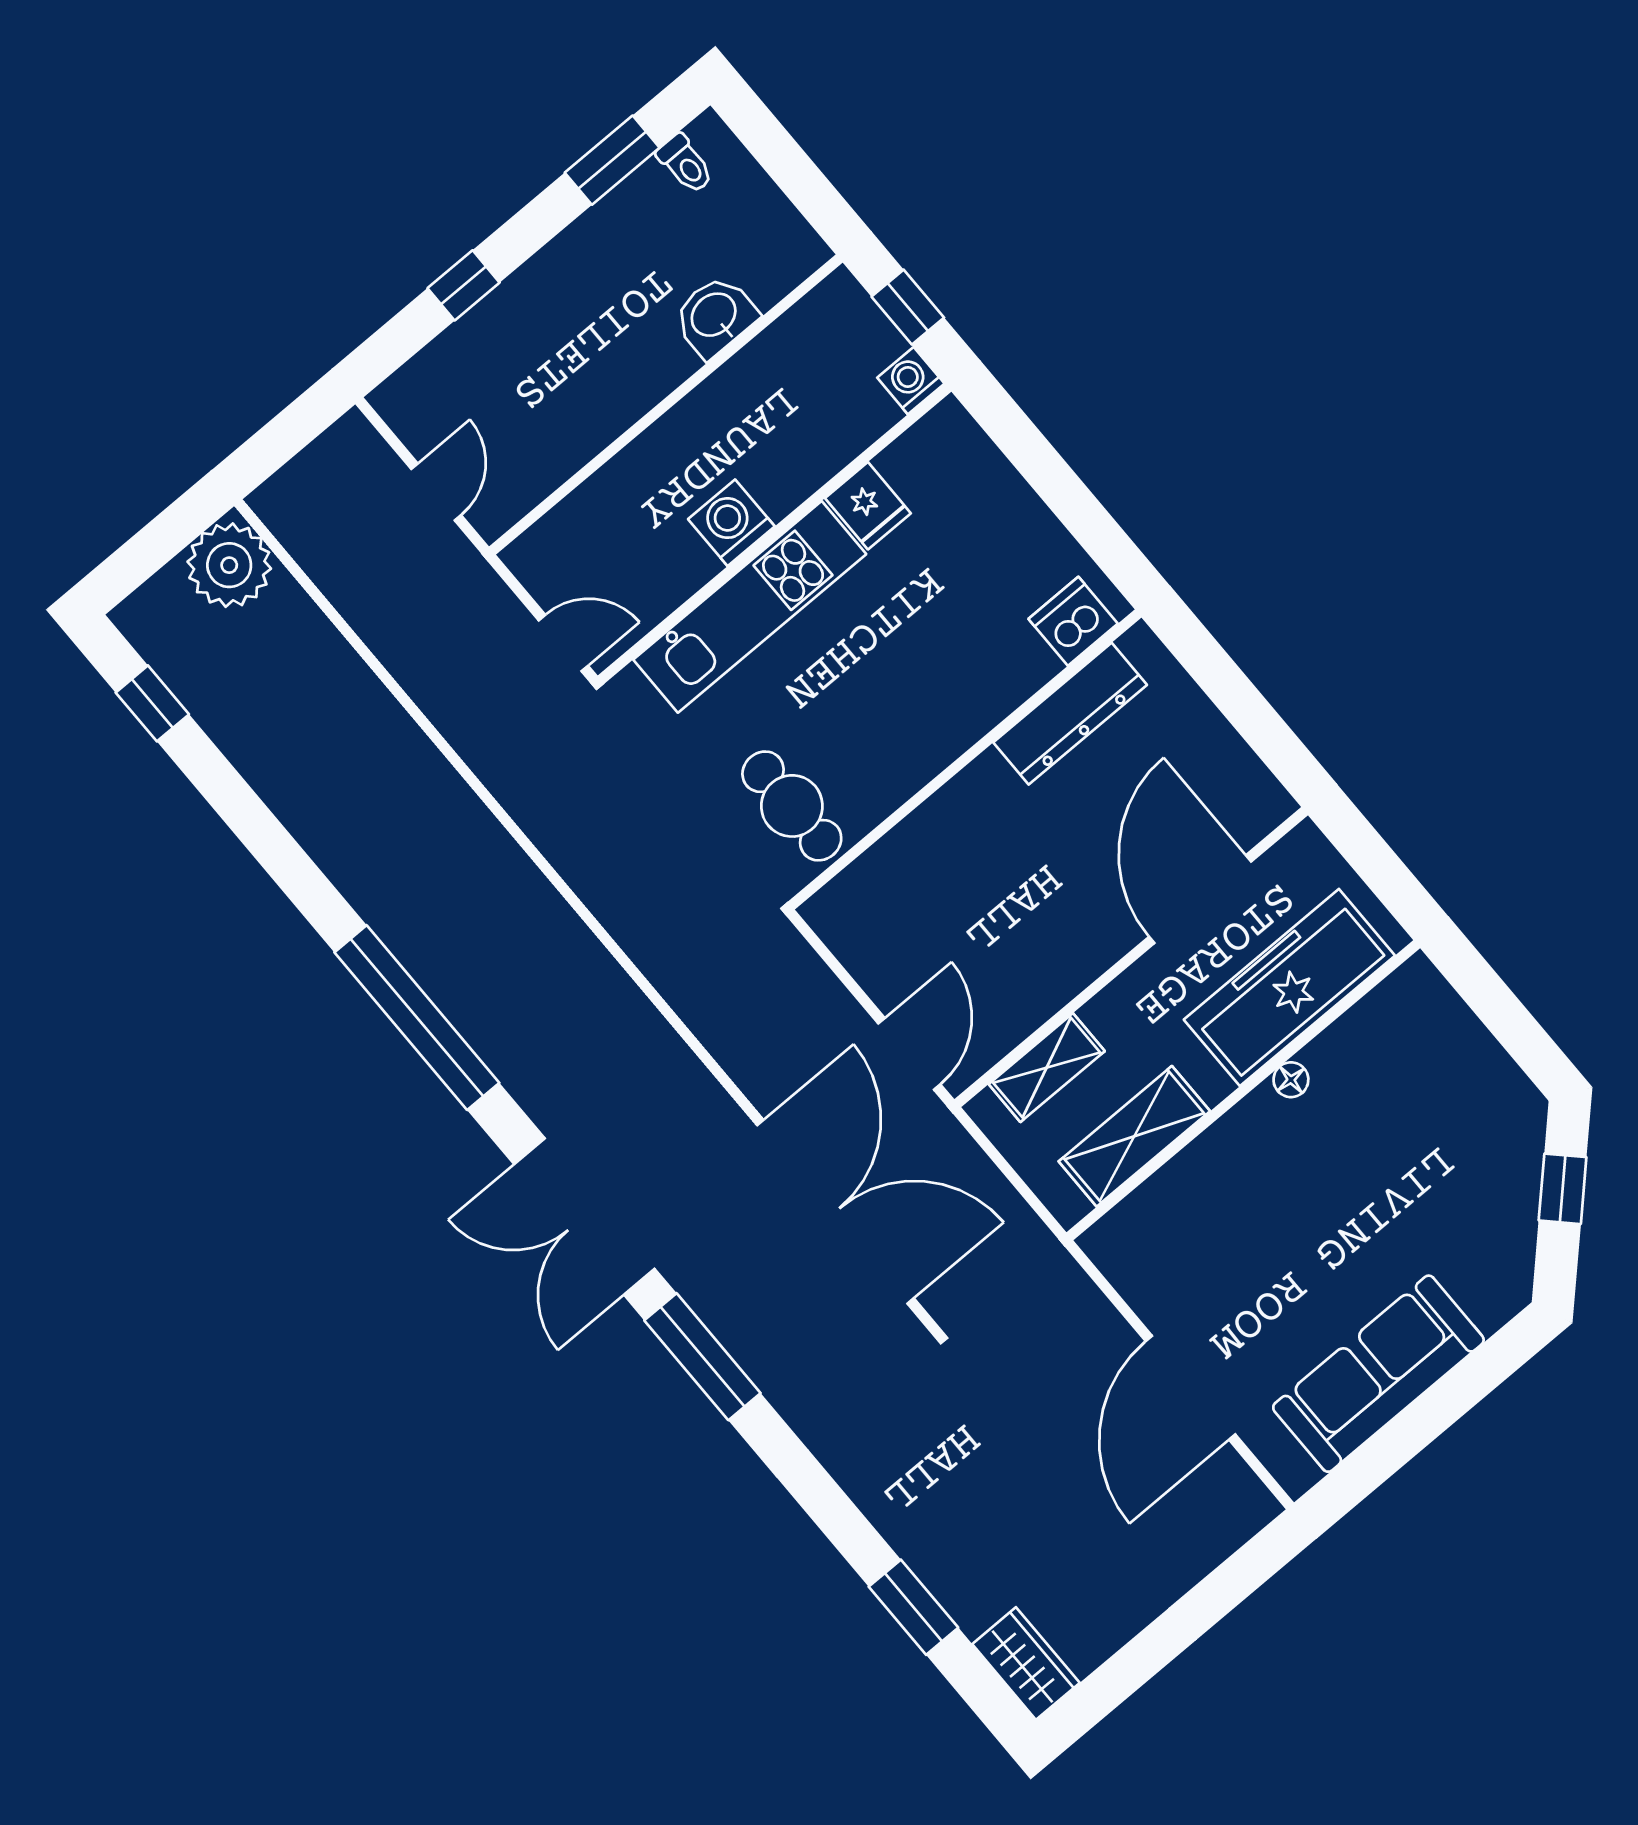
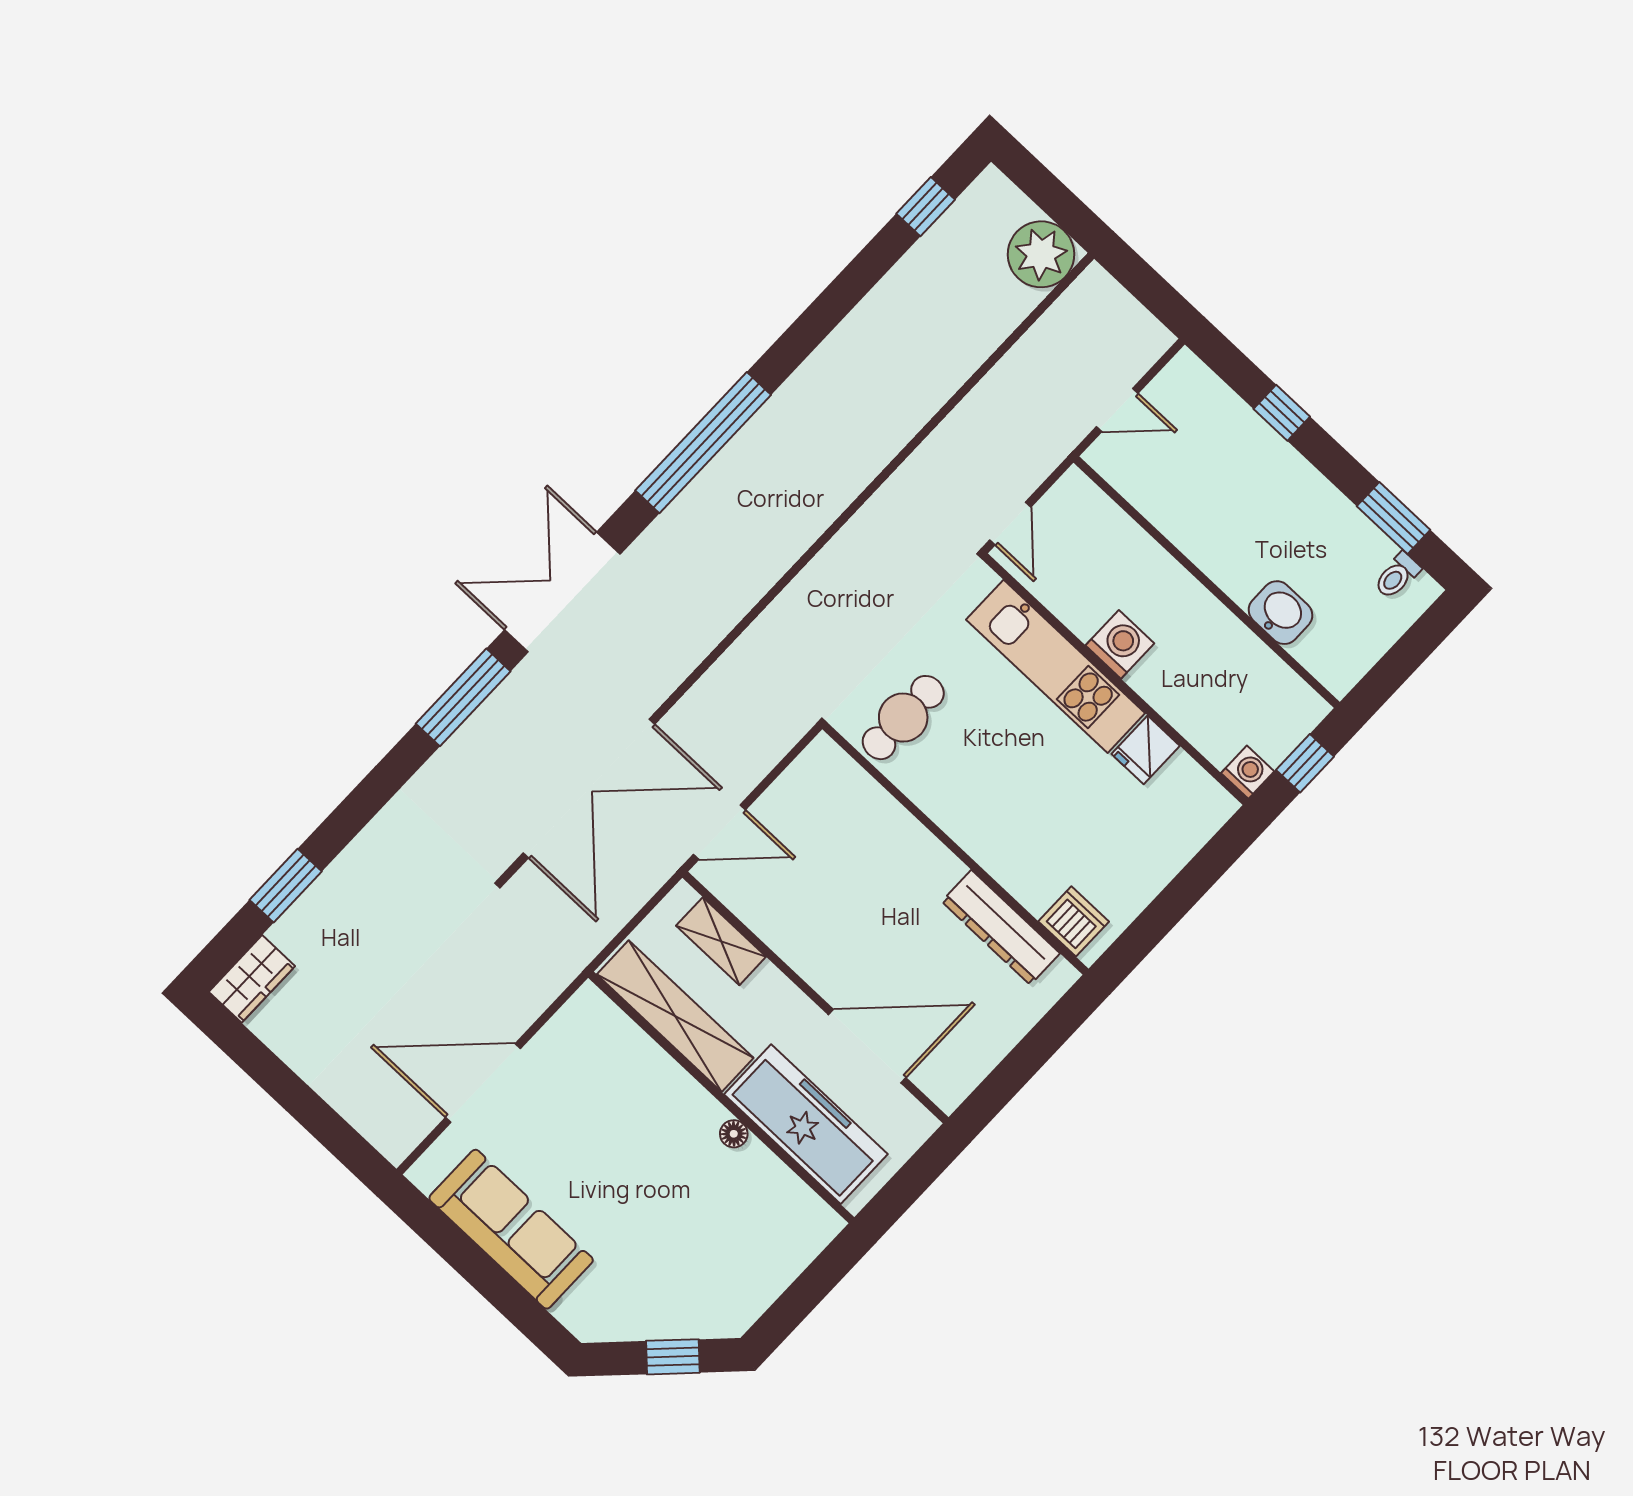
shelving: (1134, 1136) -> (675, 1016), width x1.47

